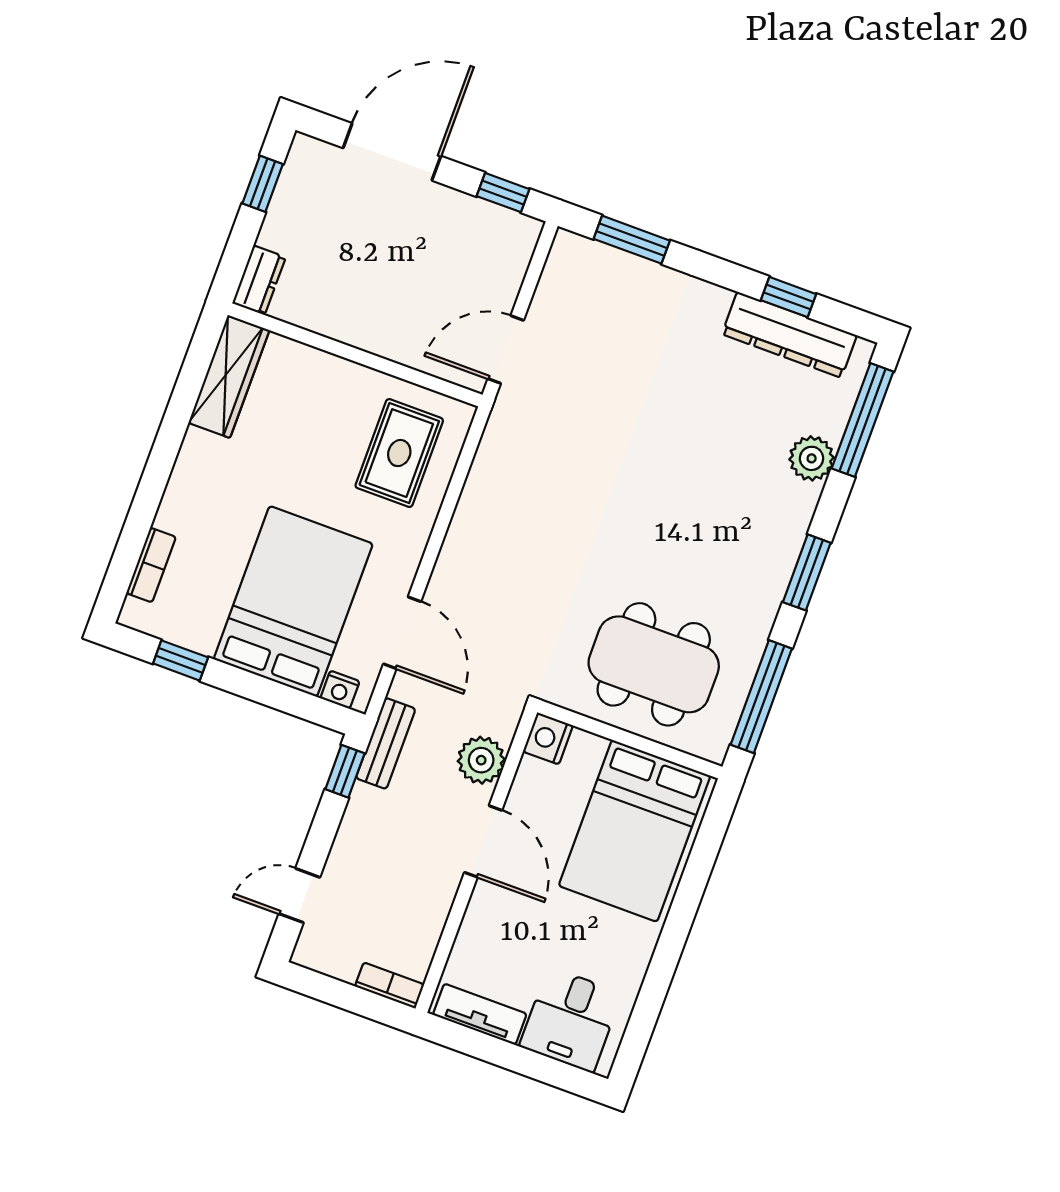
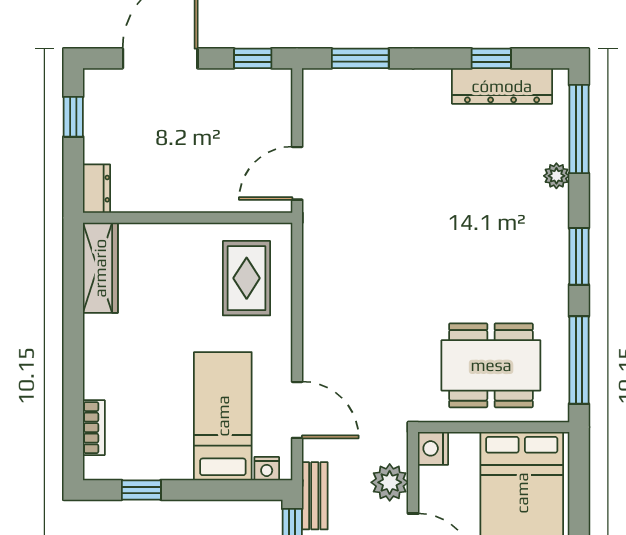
plant: (812, 458) -> (556, 176), width x0.73, depth x0.73
bed: (293, 601) -> (223, 416), width x0.67

